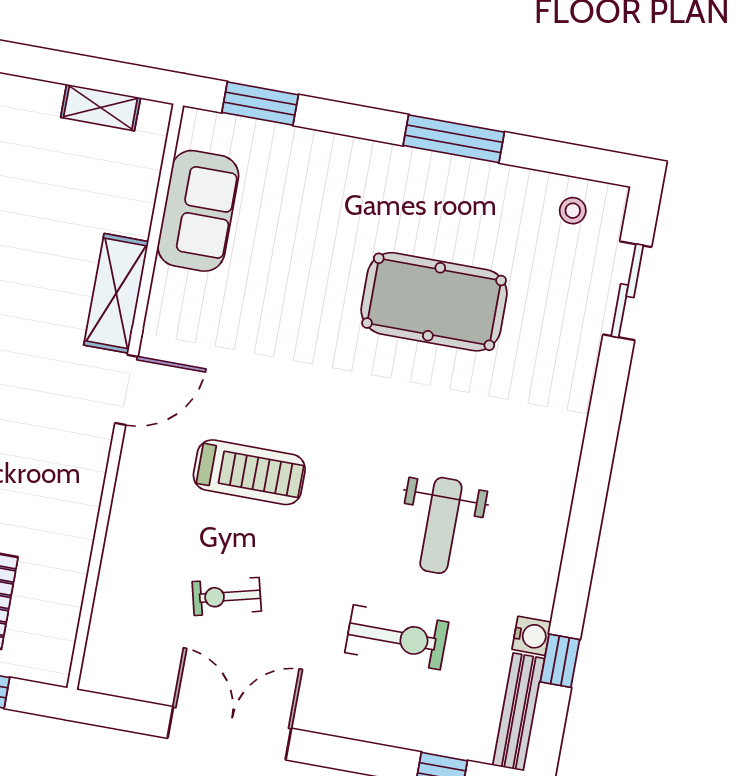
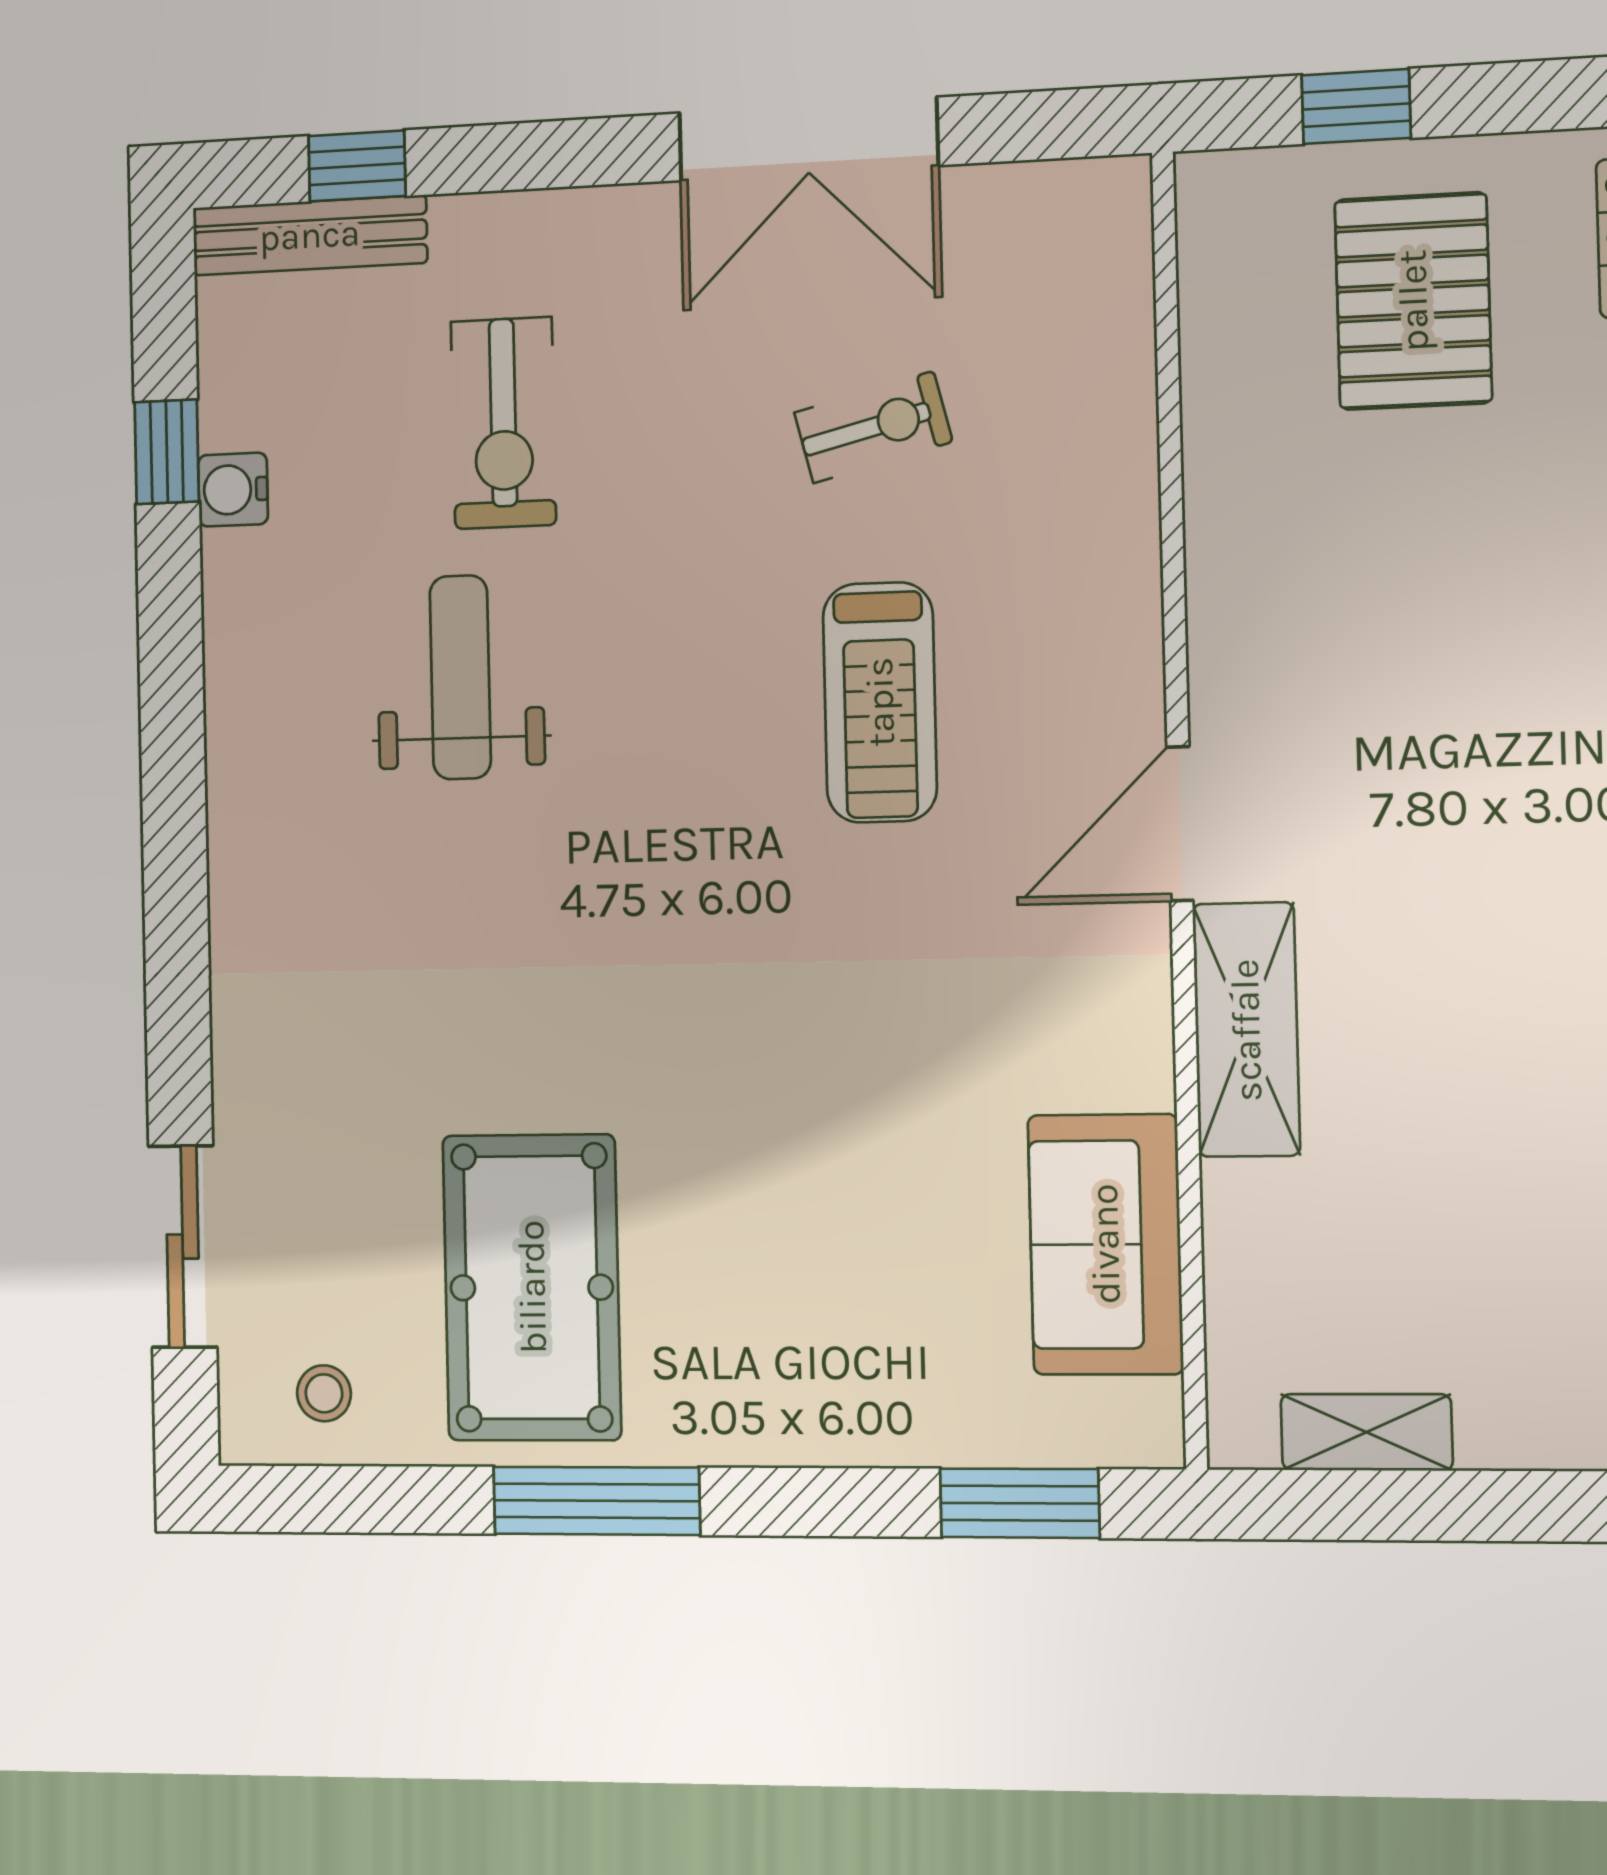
pool table: (434, 302) -> (532, 1287), moved, turned 90
treadmill: (249, 472) -> (880, 702), turned -90
exercise bike: (397, 637) -> (503, 423), turned -90
bench: (519, 712) -> (310, 235), moved, turned 90

